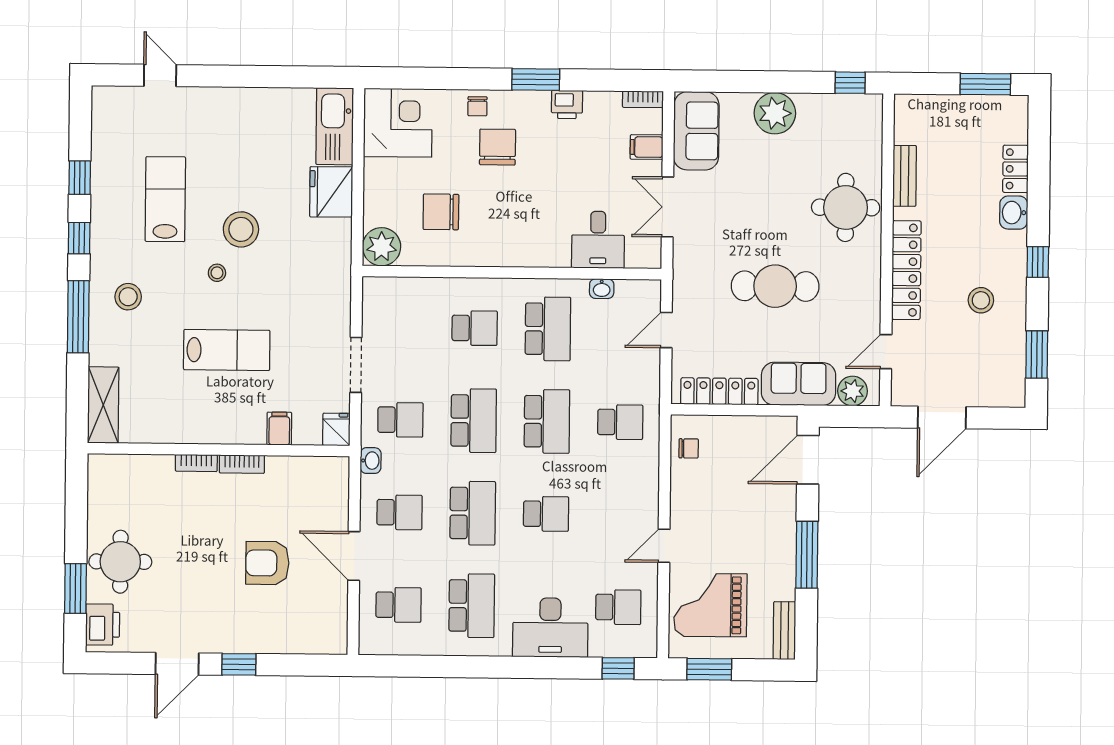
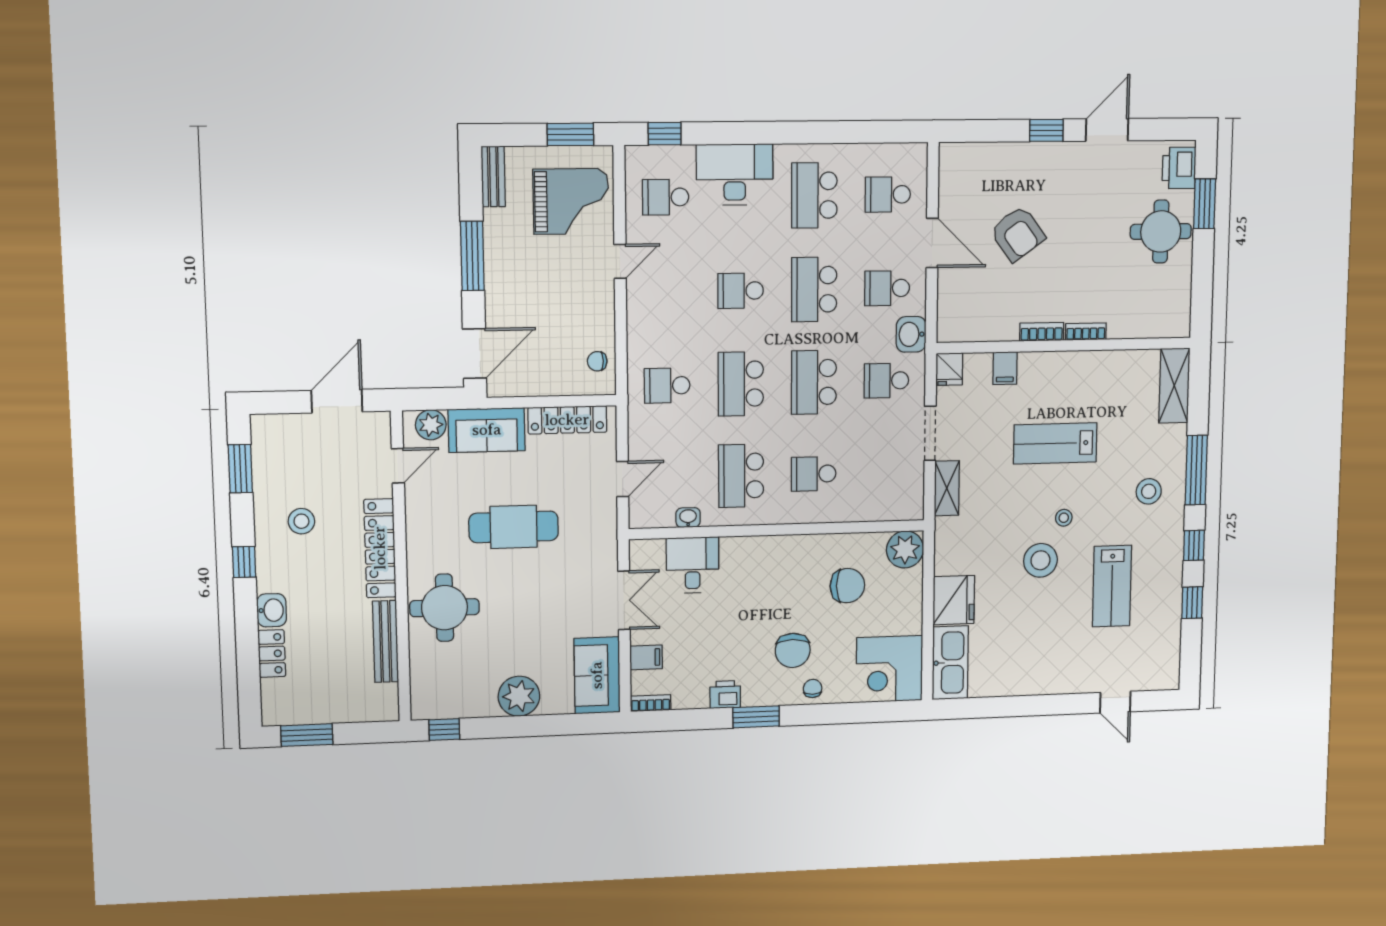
bench: (905, 176) -> (386, 641), width x1.36
shelving: (339, 308) -> (947, 488), added
washbasin: (371, 461) -> (911, 334), width x1.38, depth x1.45
armchair: (267, 563) -> (1018, 234), turned 54

